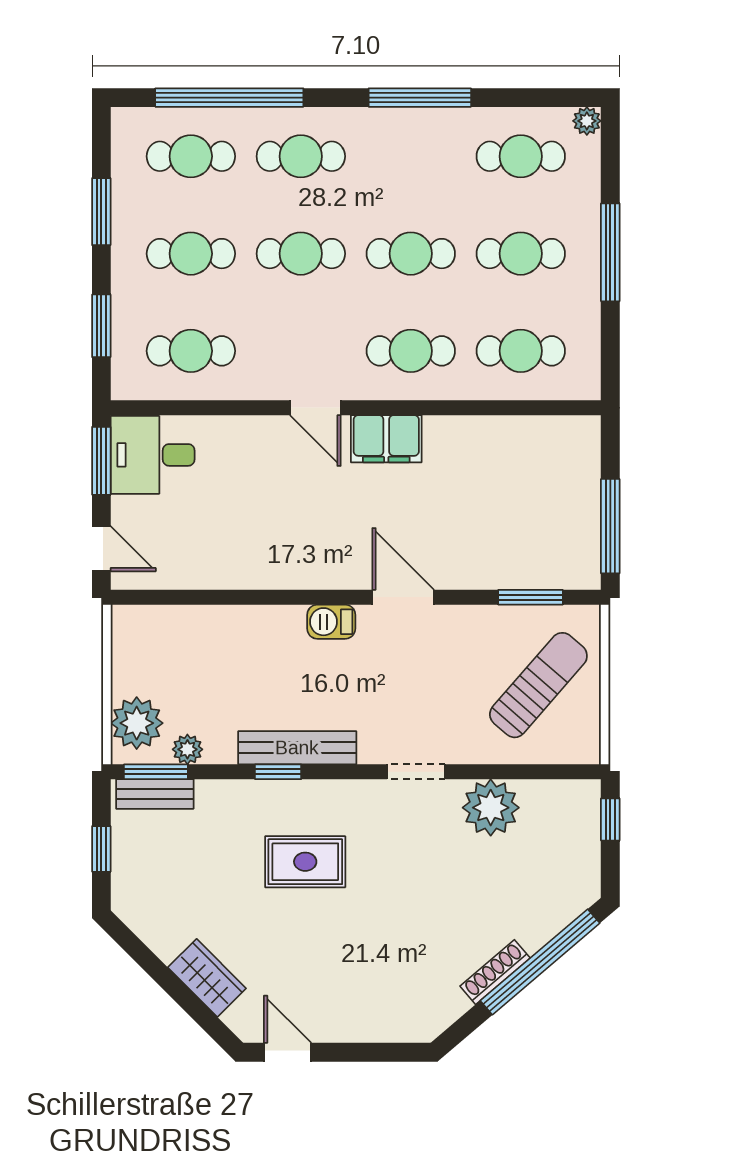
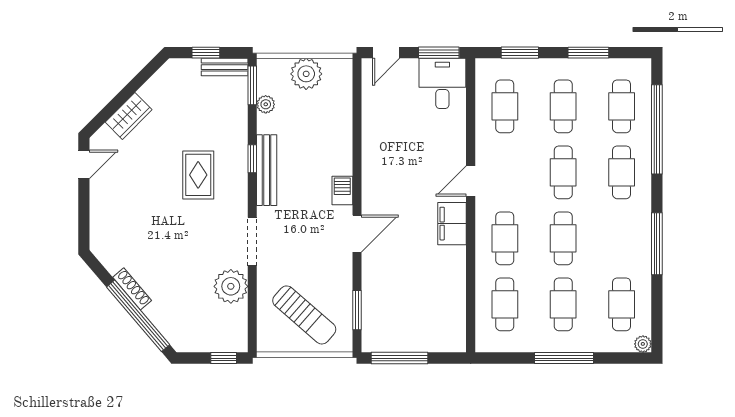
plant: (137, 723) -> (306, 74), moved
doorway: (416, 772) -> (252, 242), width x1.38
bench: (155, 794) -> (225, 67), moved, turned 90

